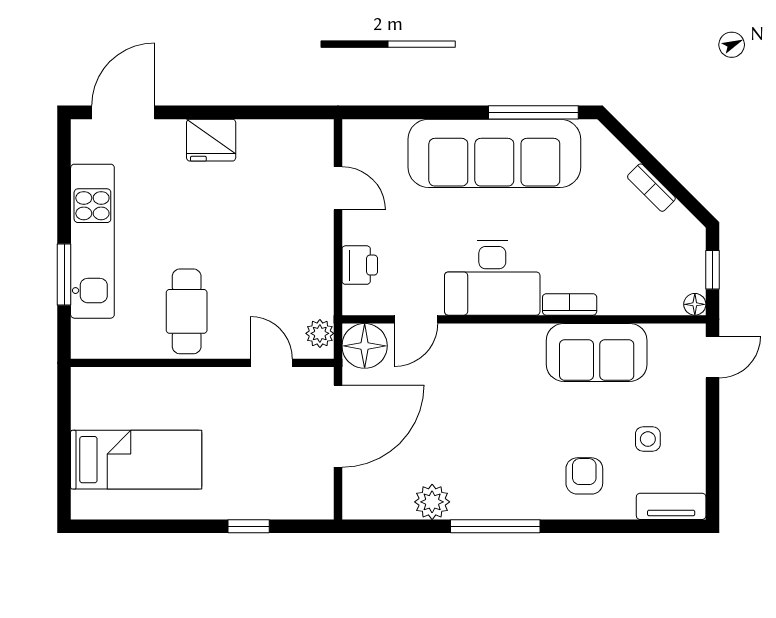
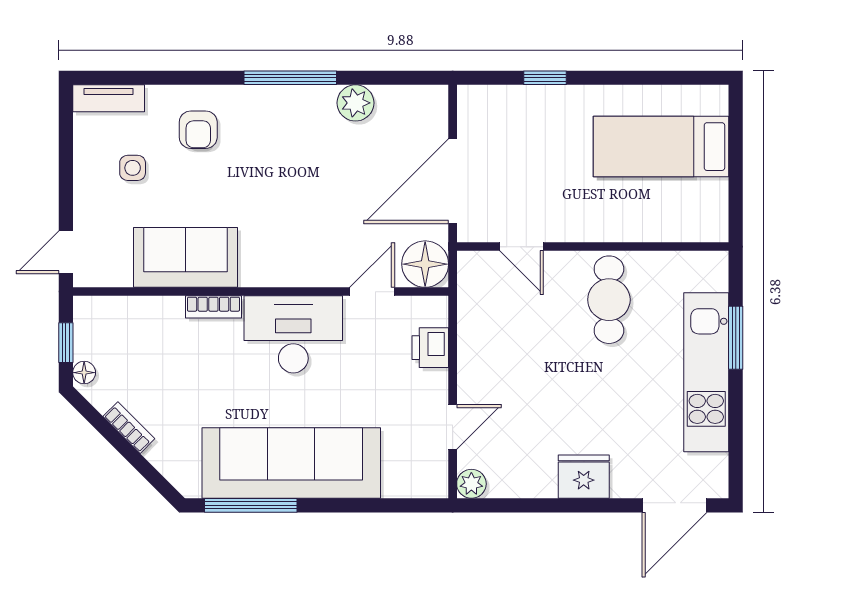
door: (338, 188) -> (453, 427), swing flipped
floor lamp: (695, 304) -> (84, 373), moved
plant: (320, 333) -> (471, 484), moved

